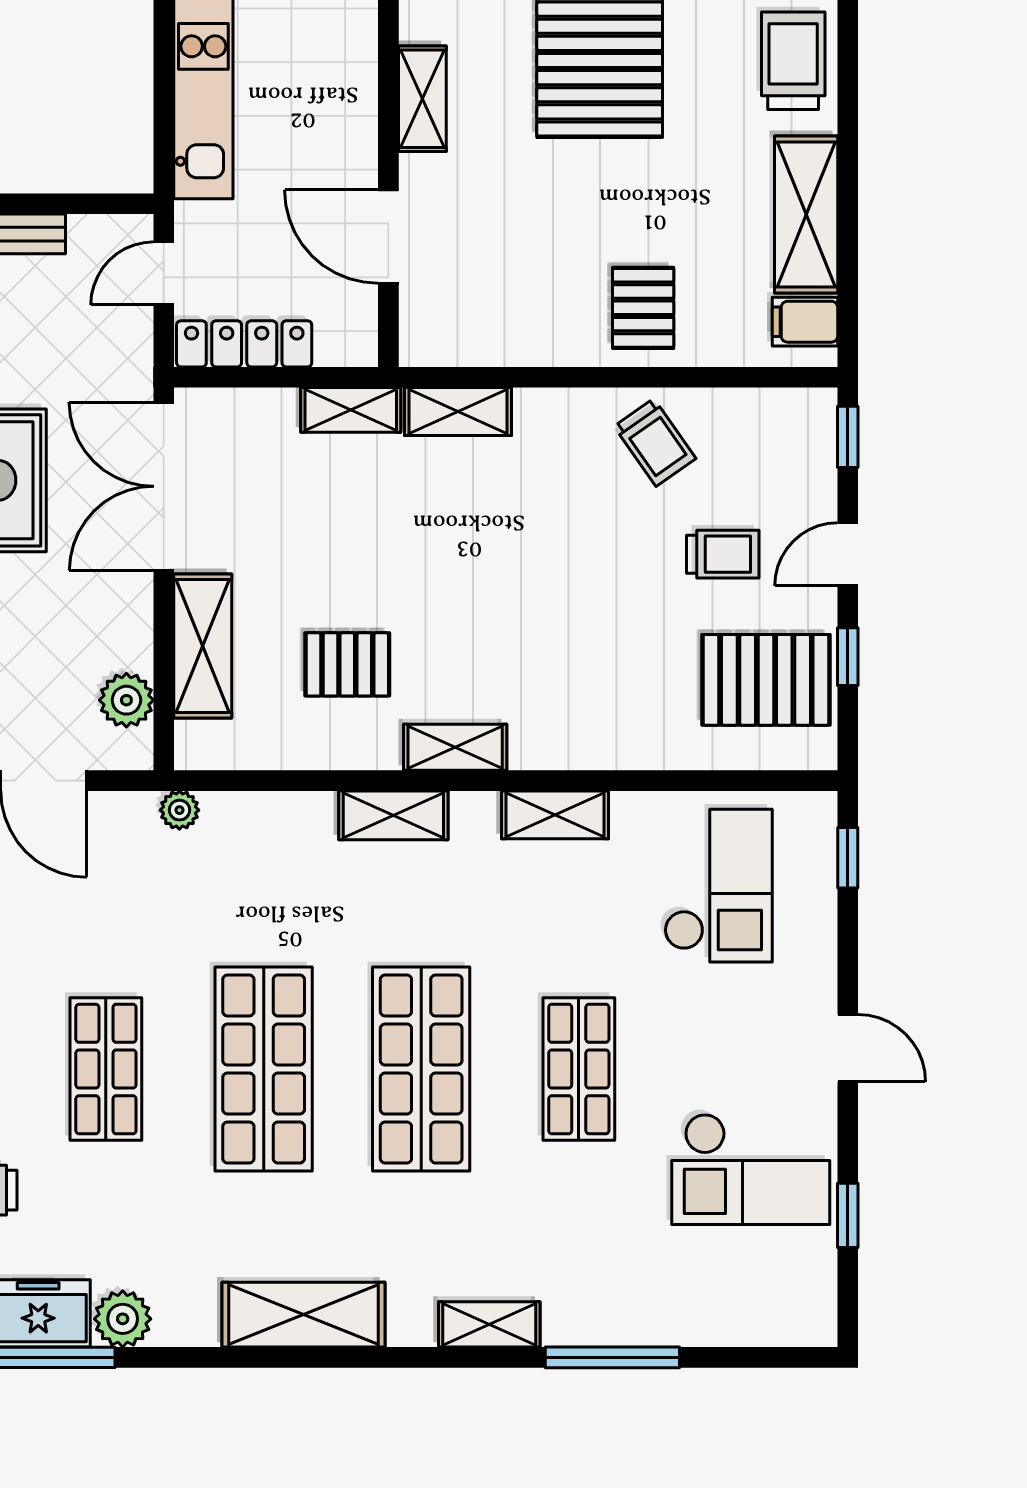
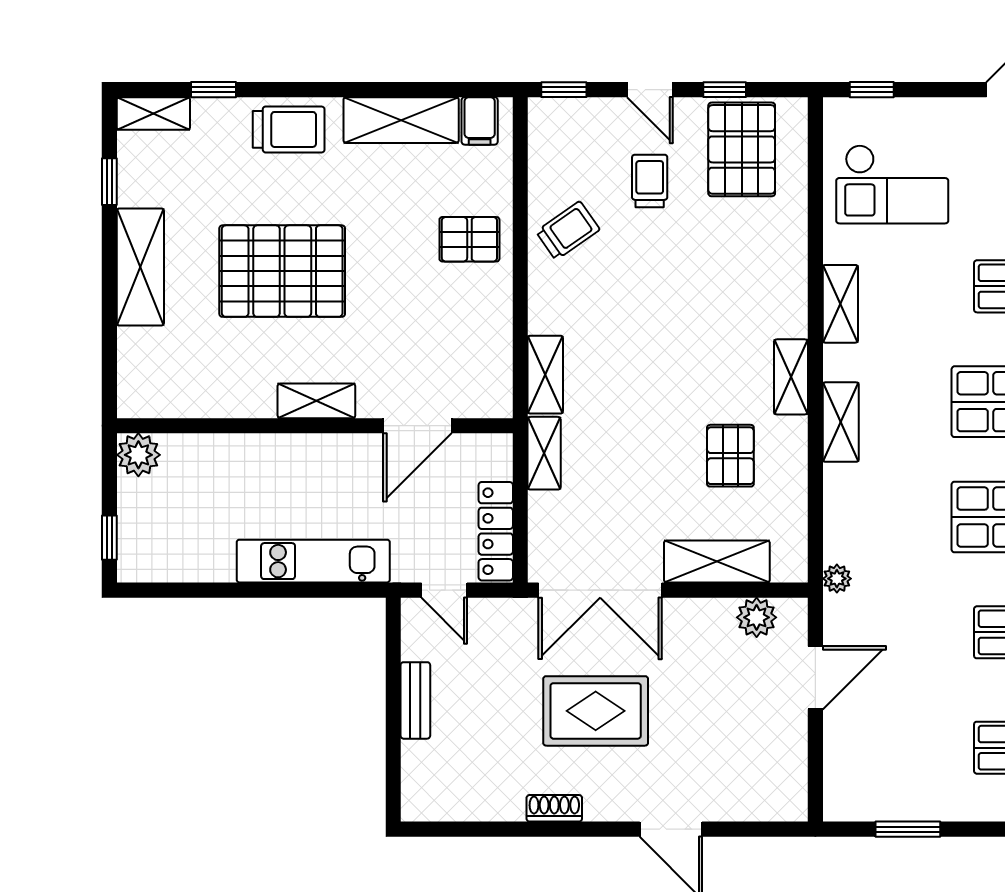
trolley: (793, 61) -> (289, 129), turned 180
checkout: (718, 886) -> (892, 184), turned 180

